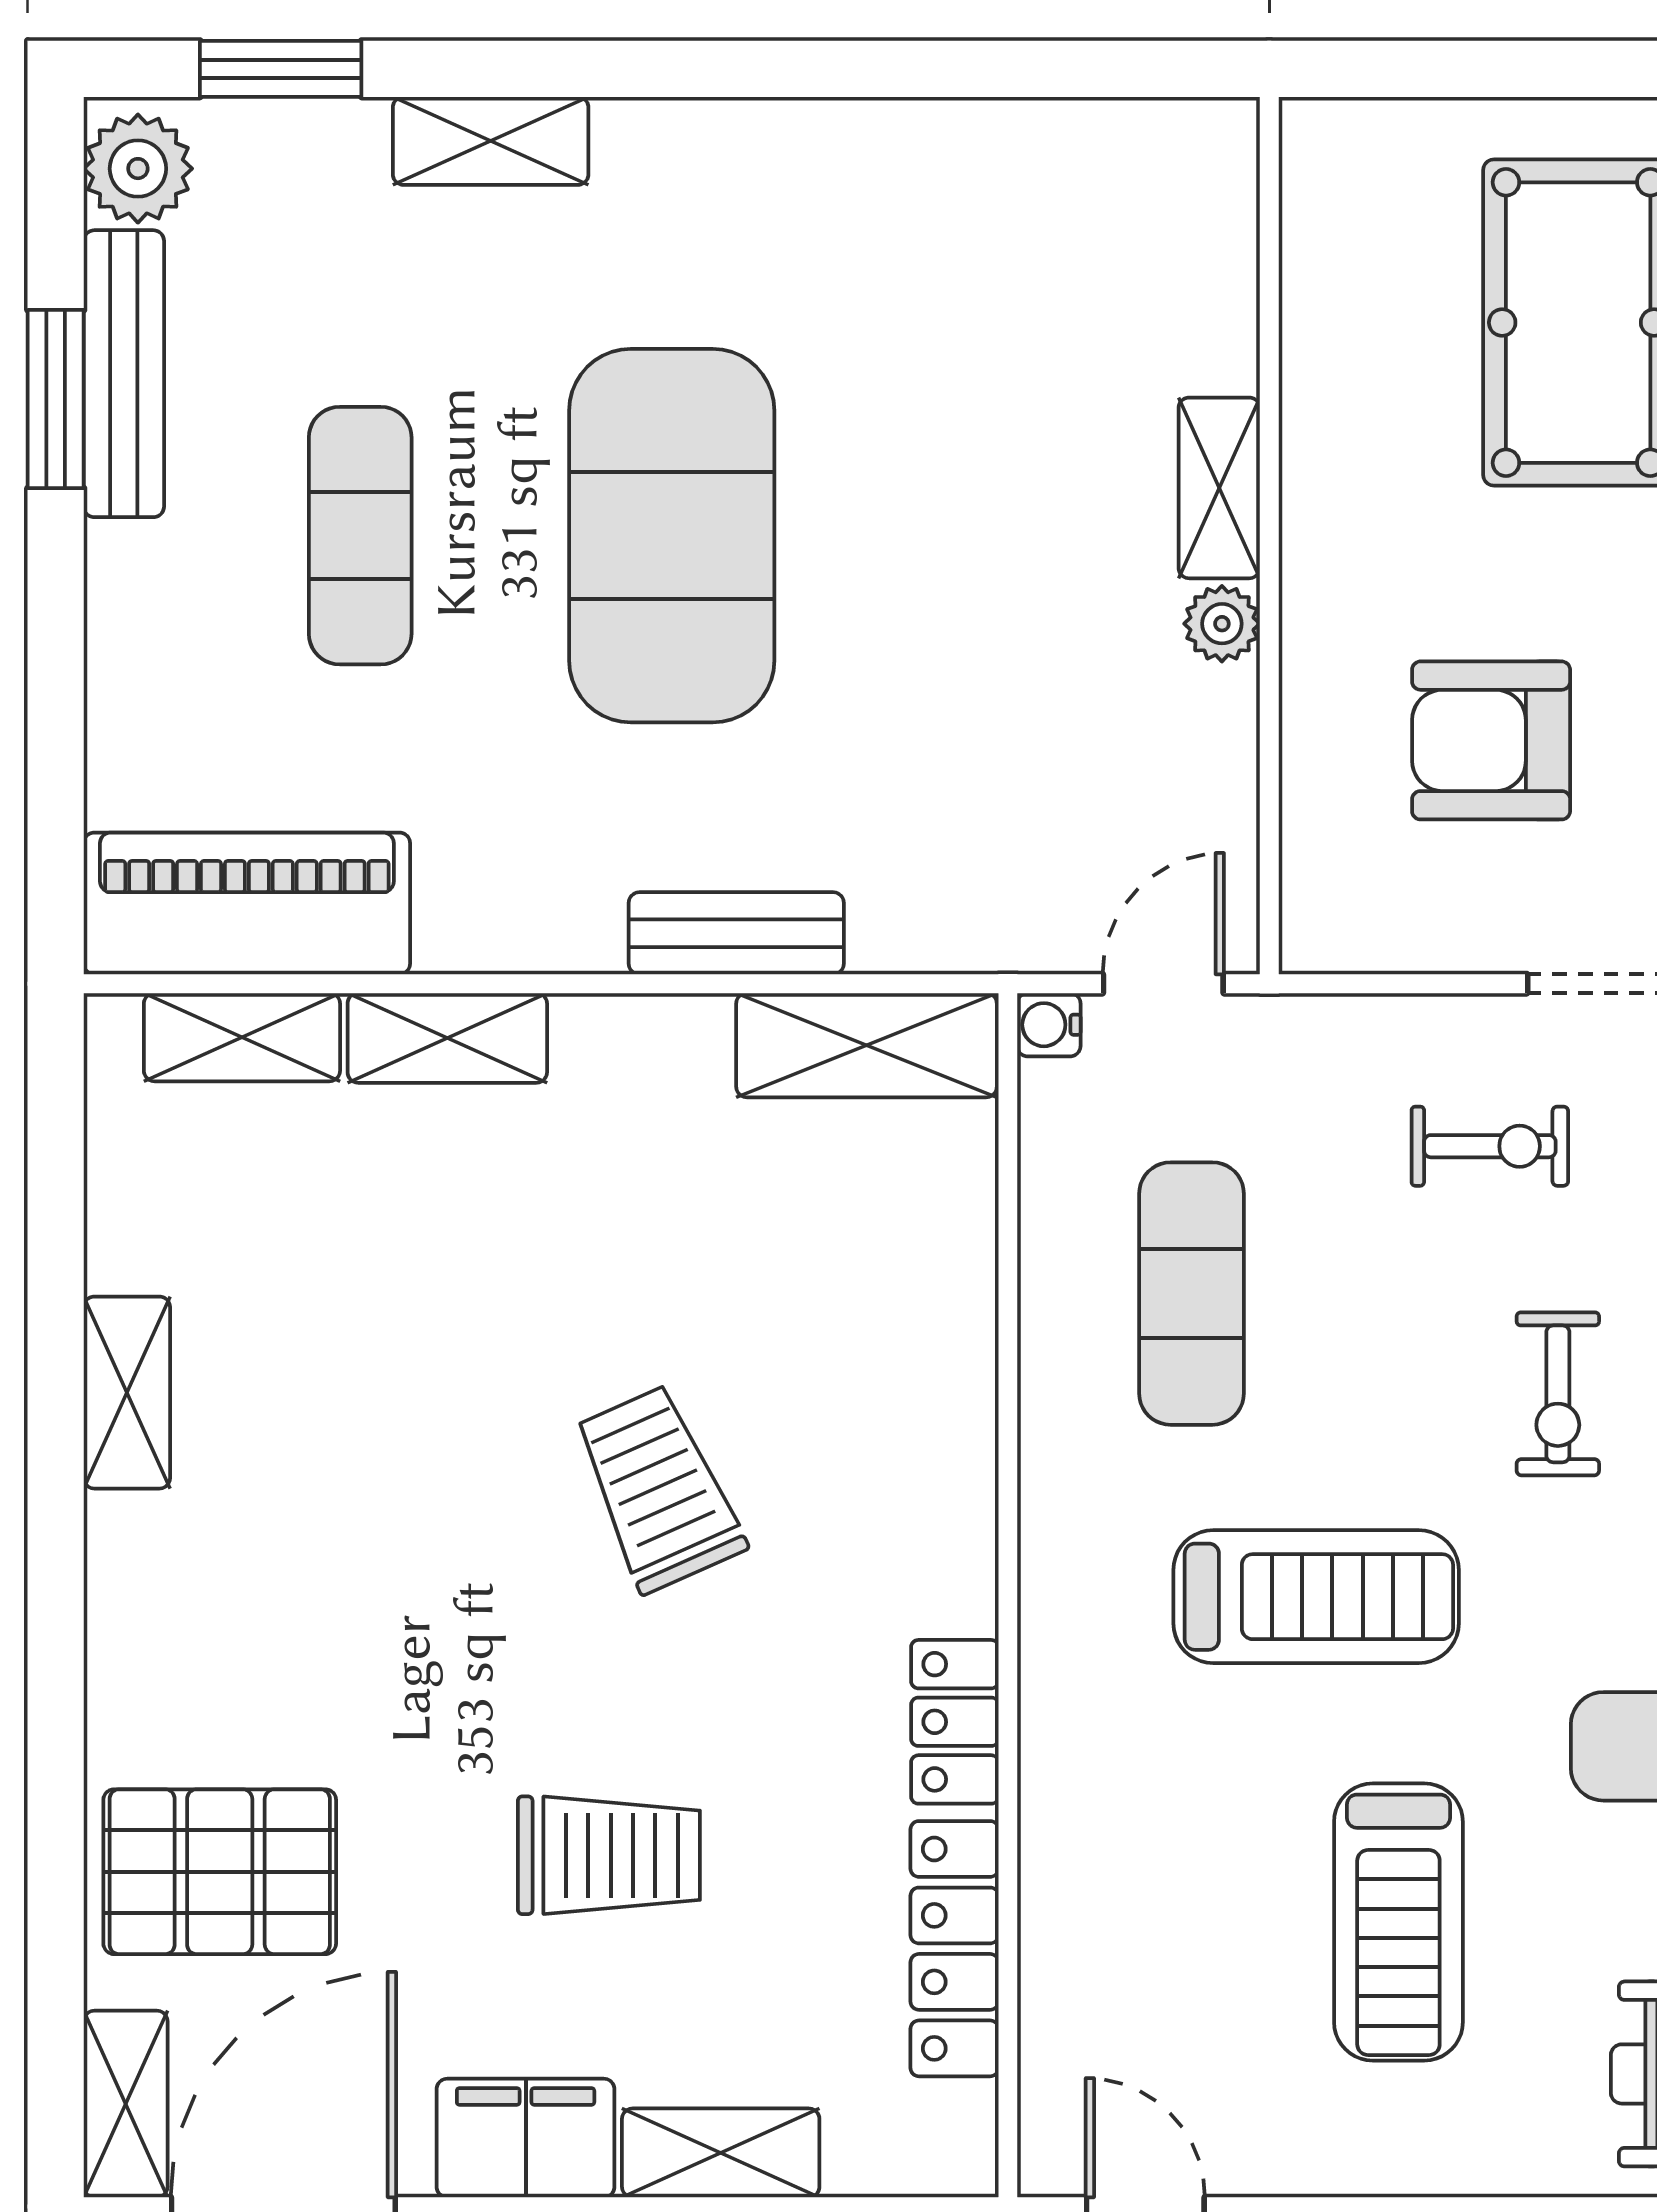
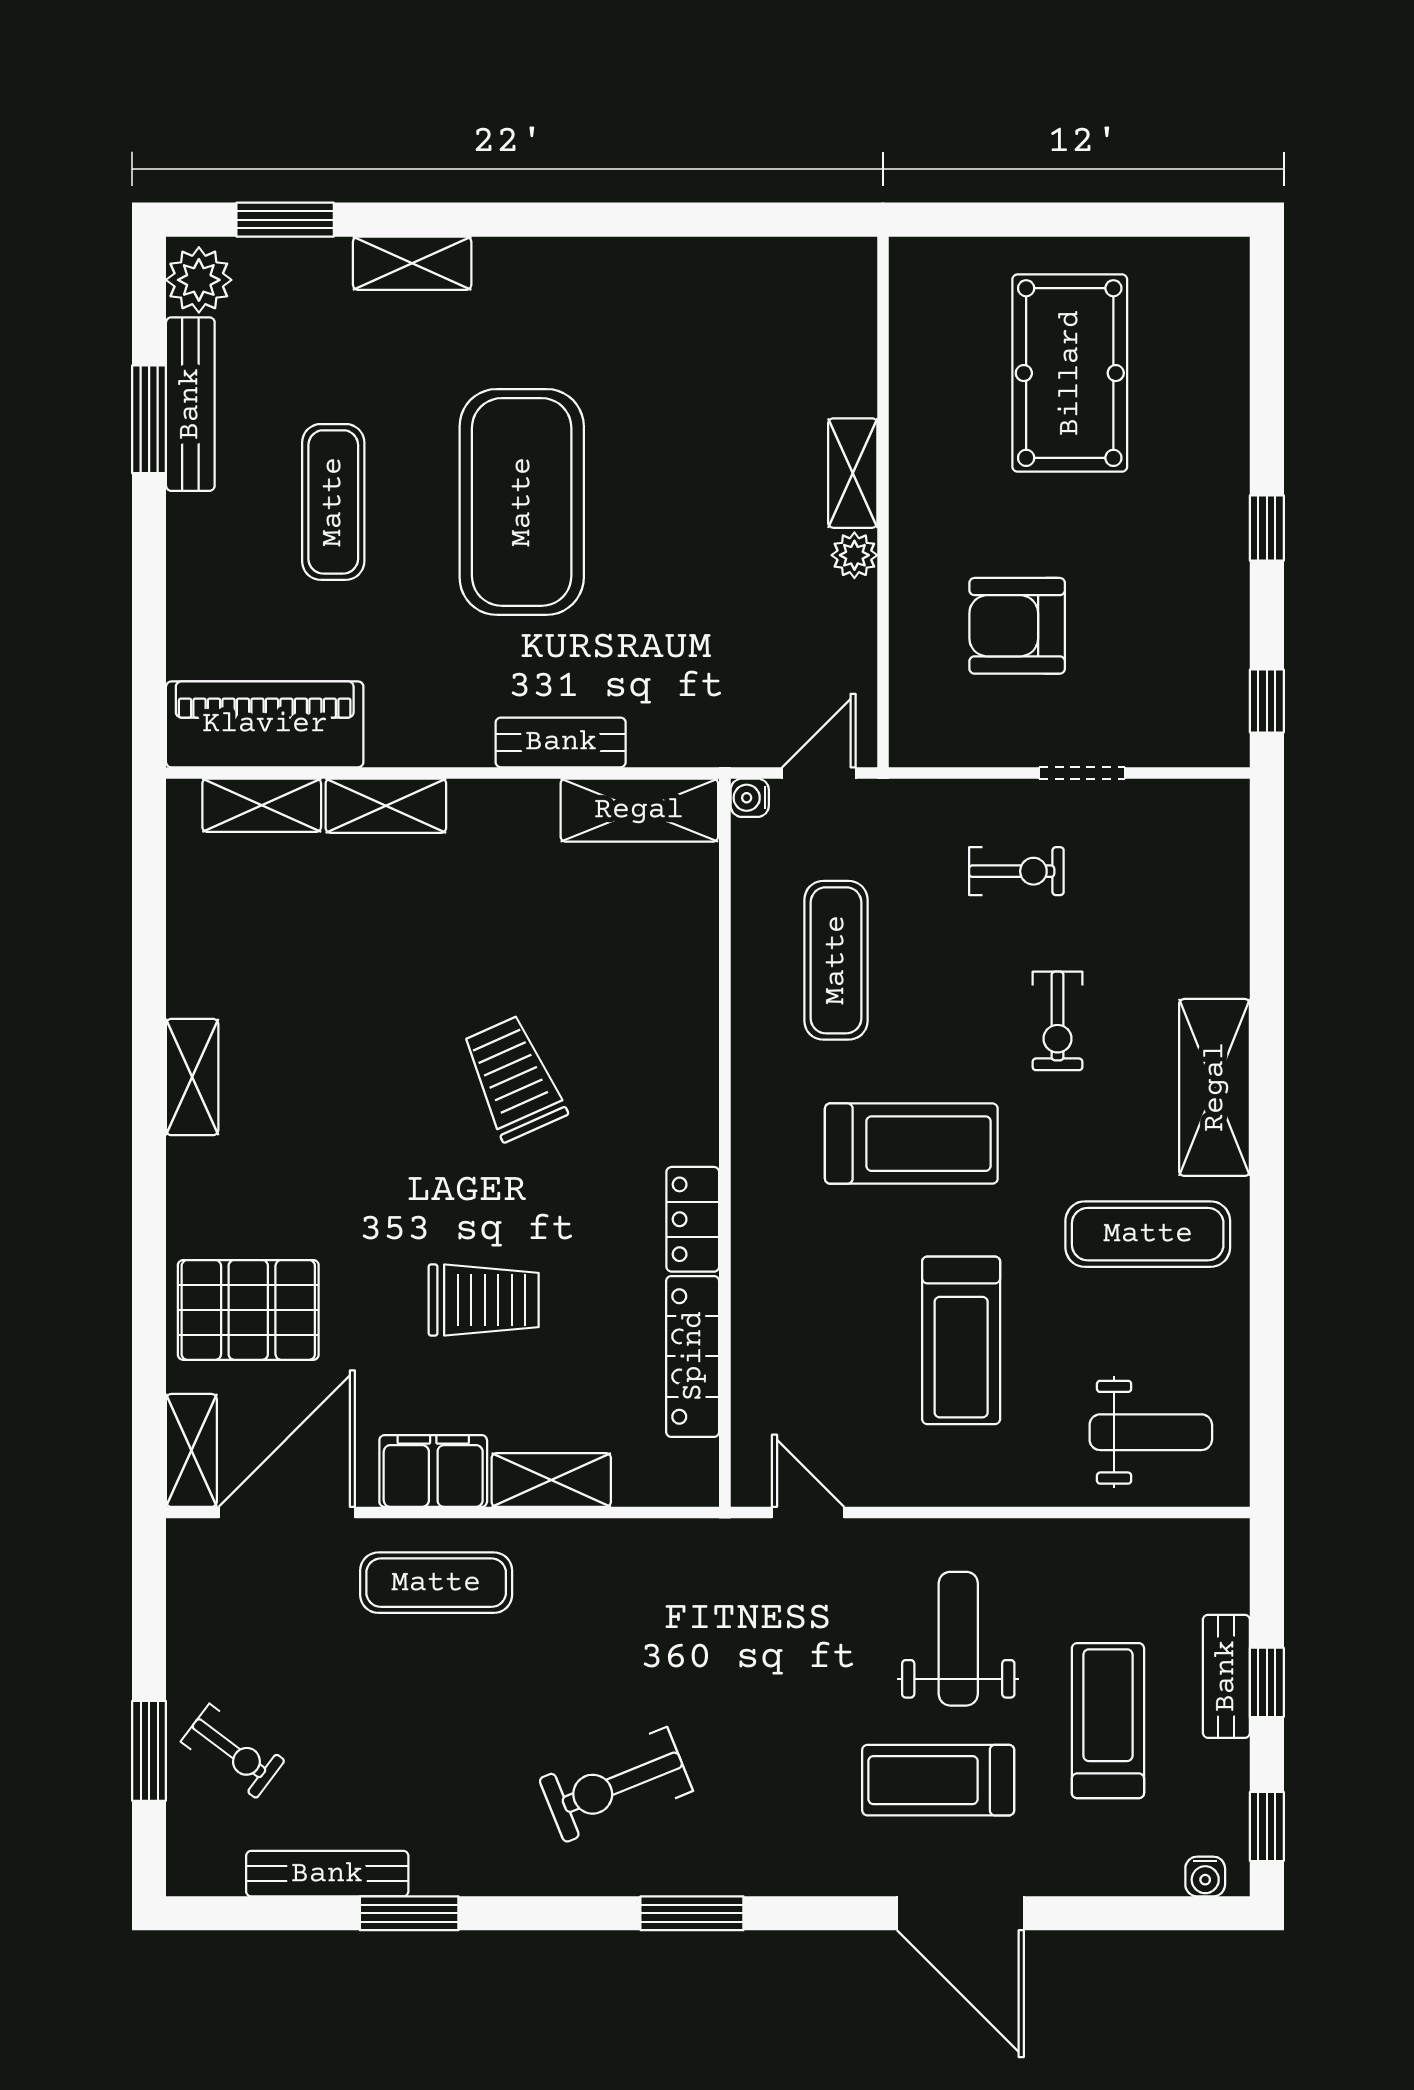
shelving: (127, 1393) -> (192, 1077), moved

